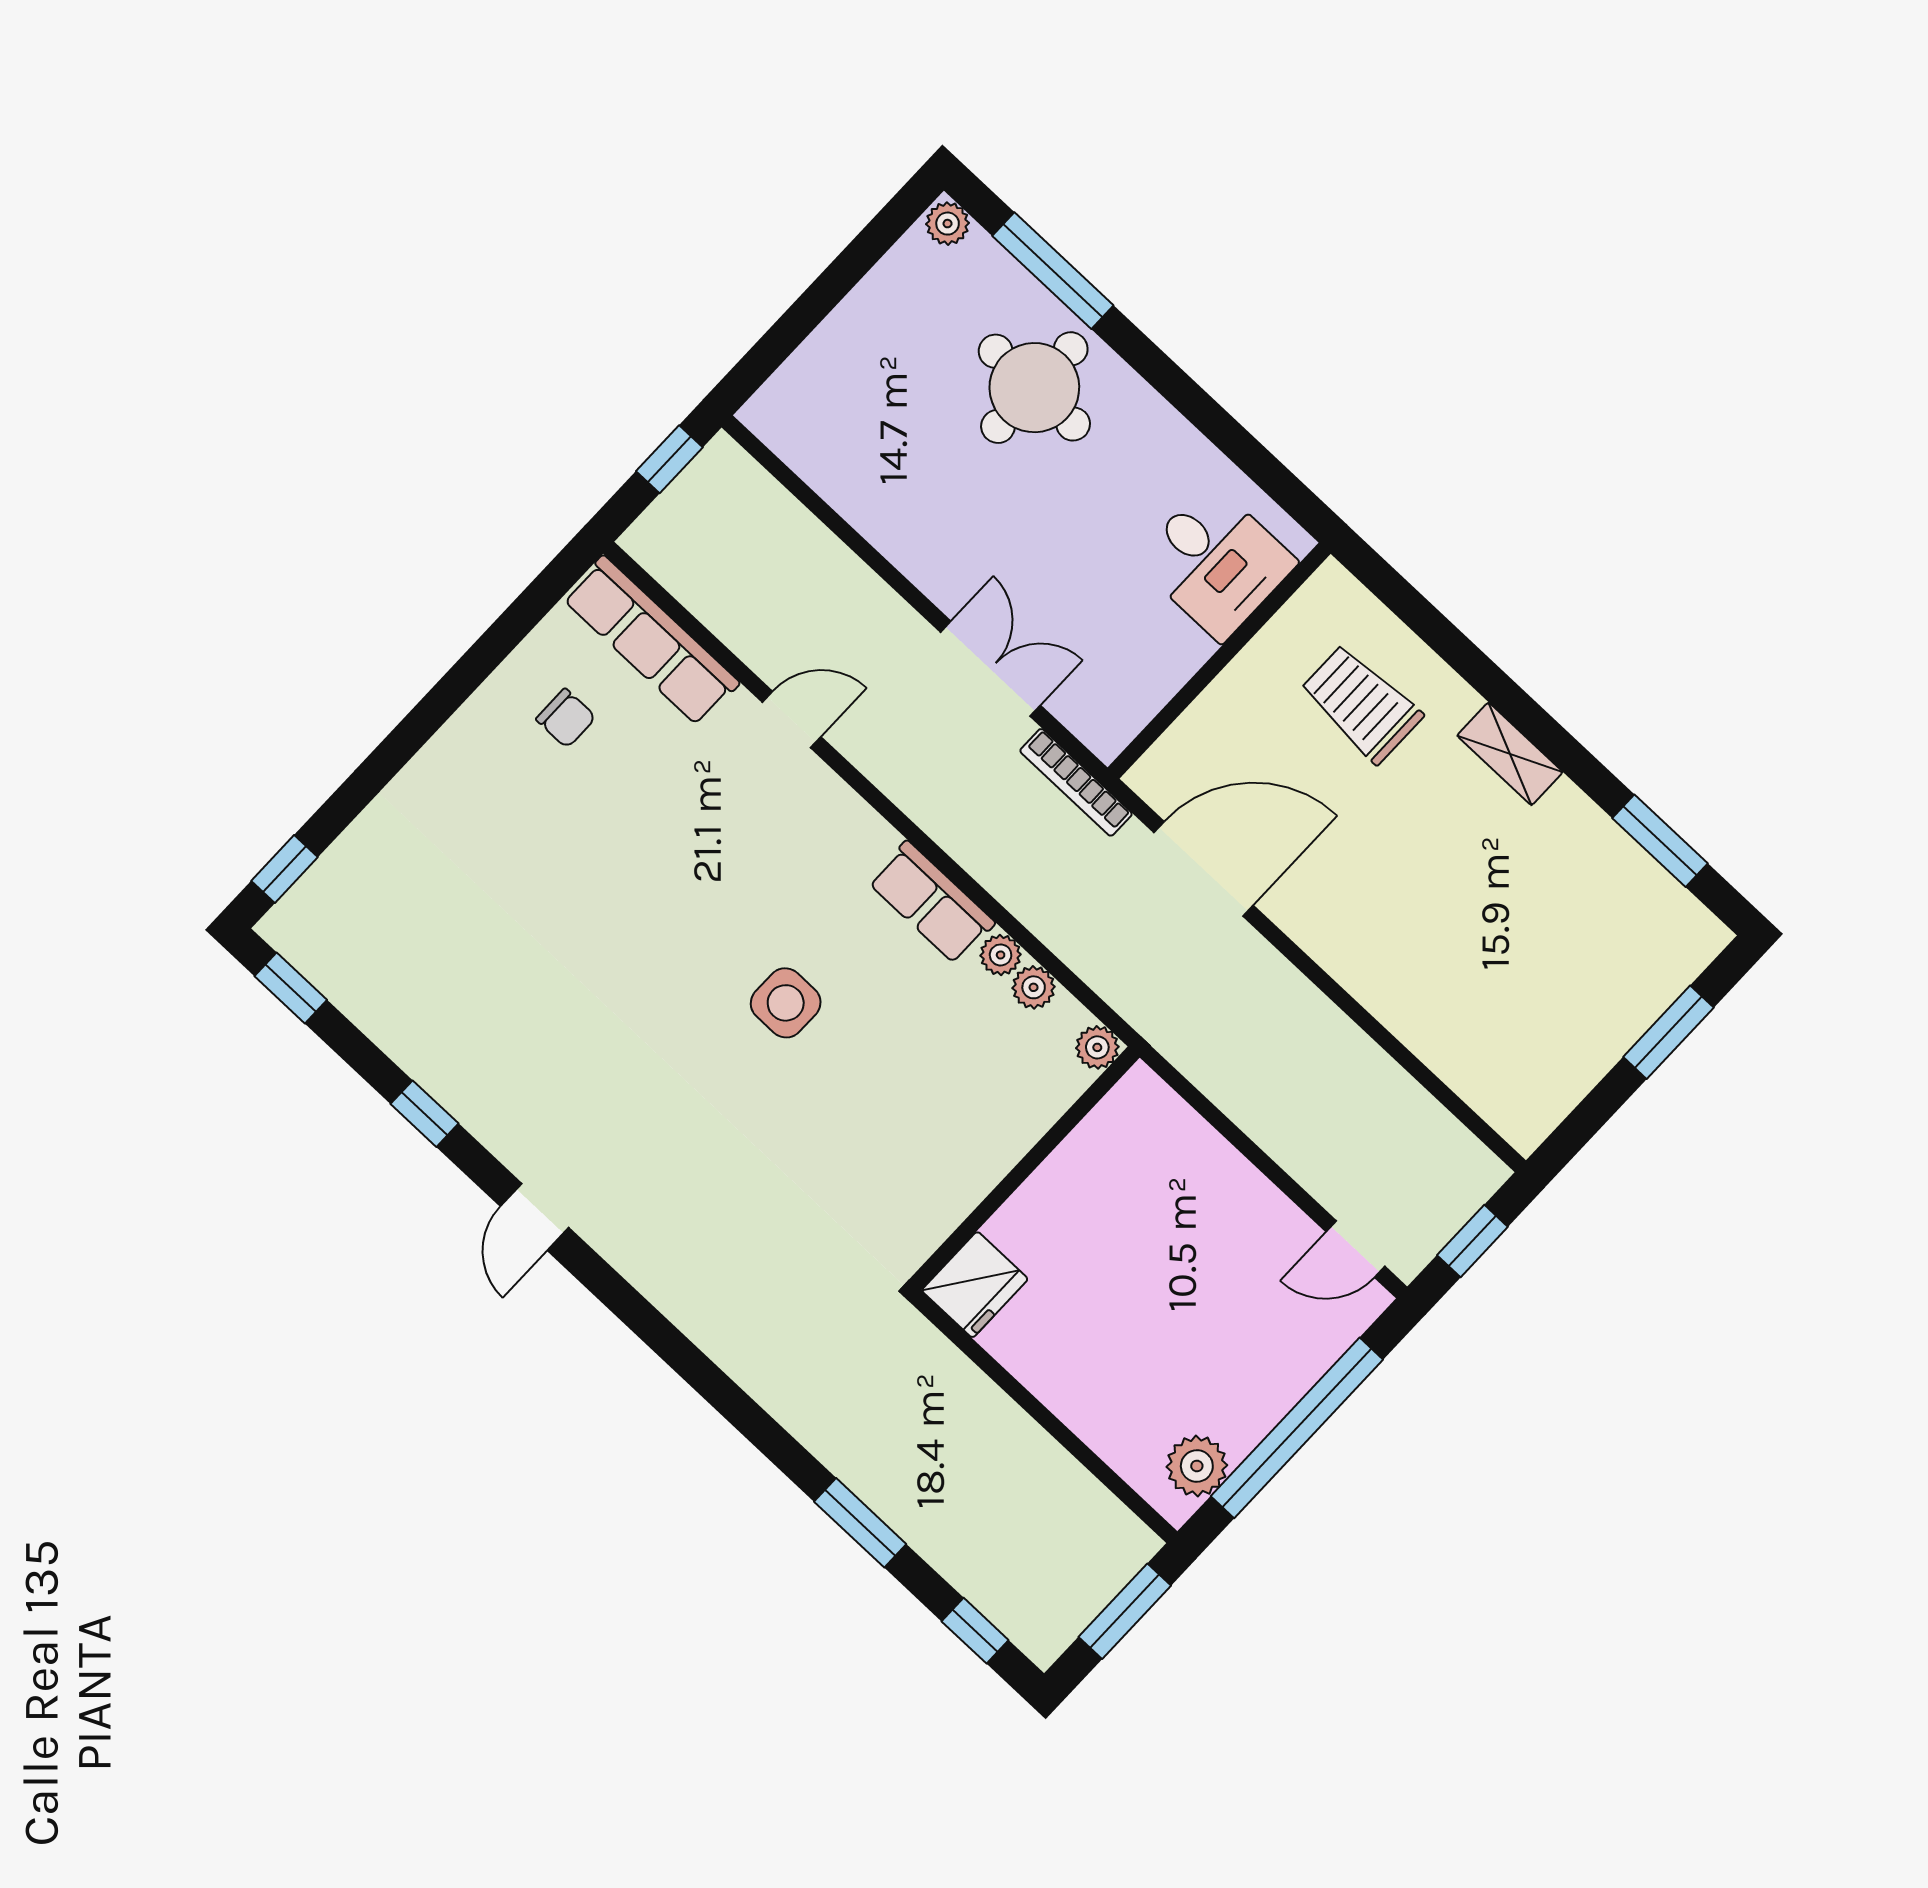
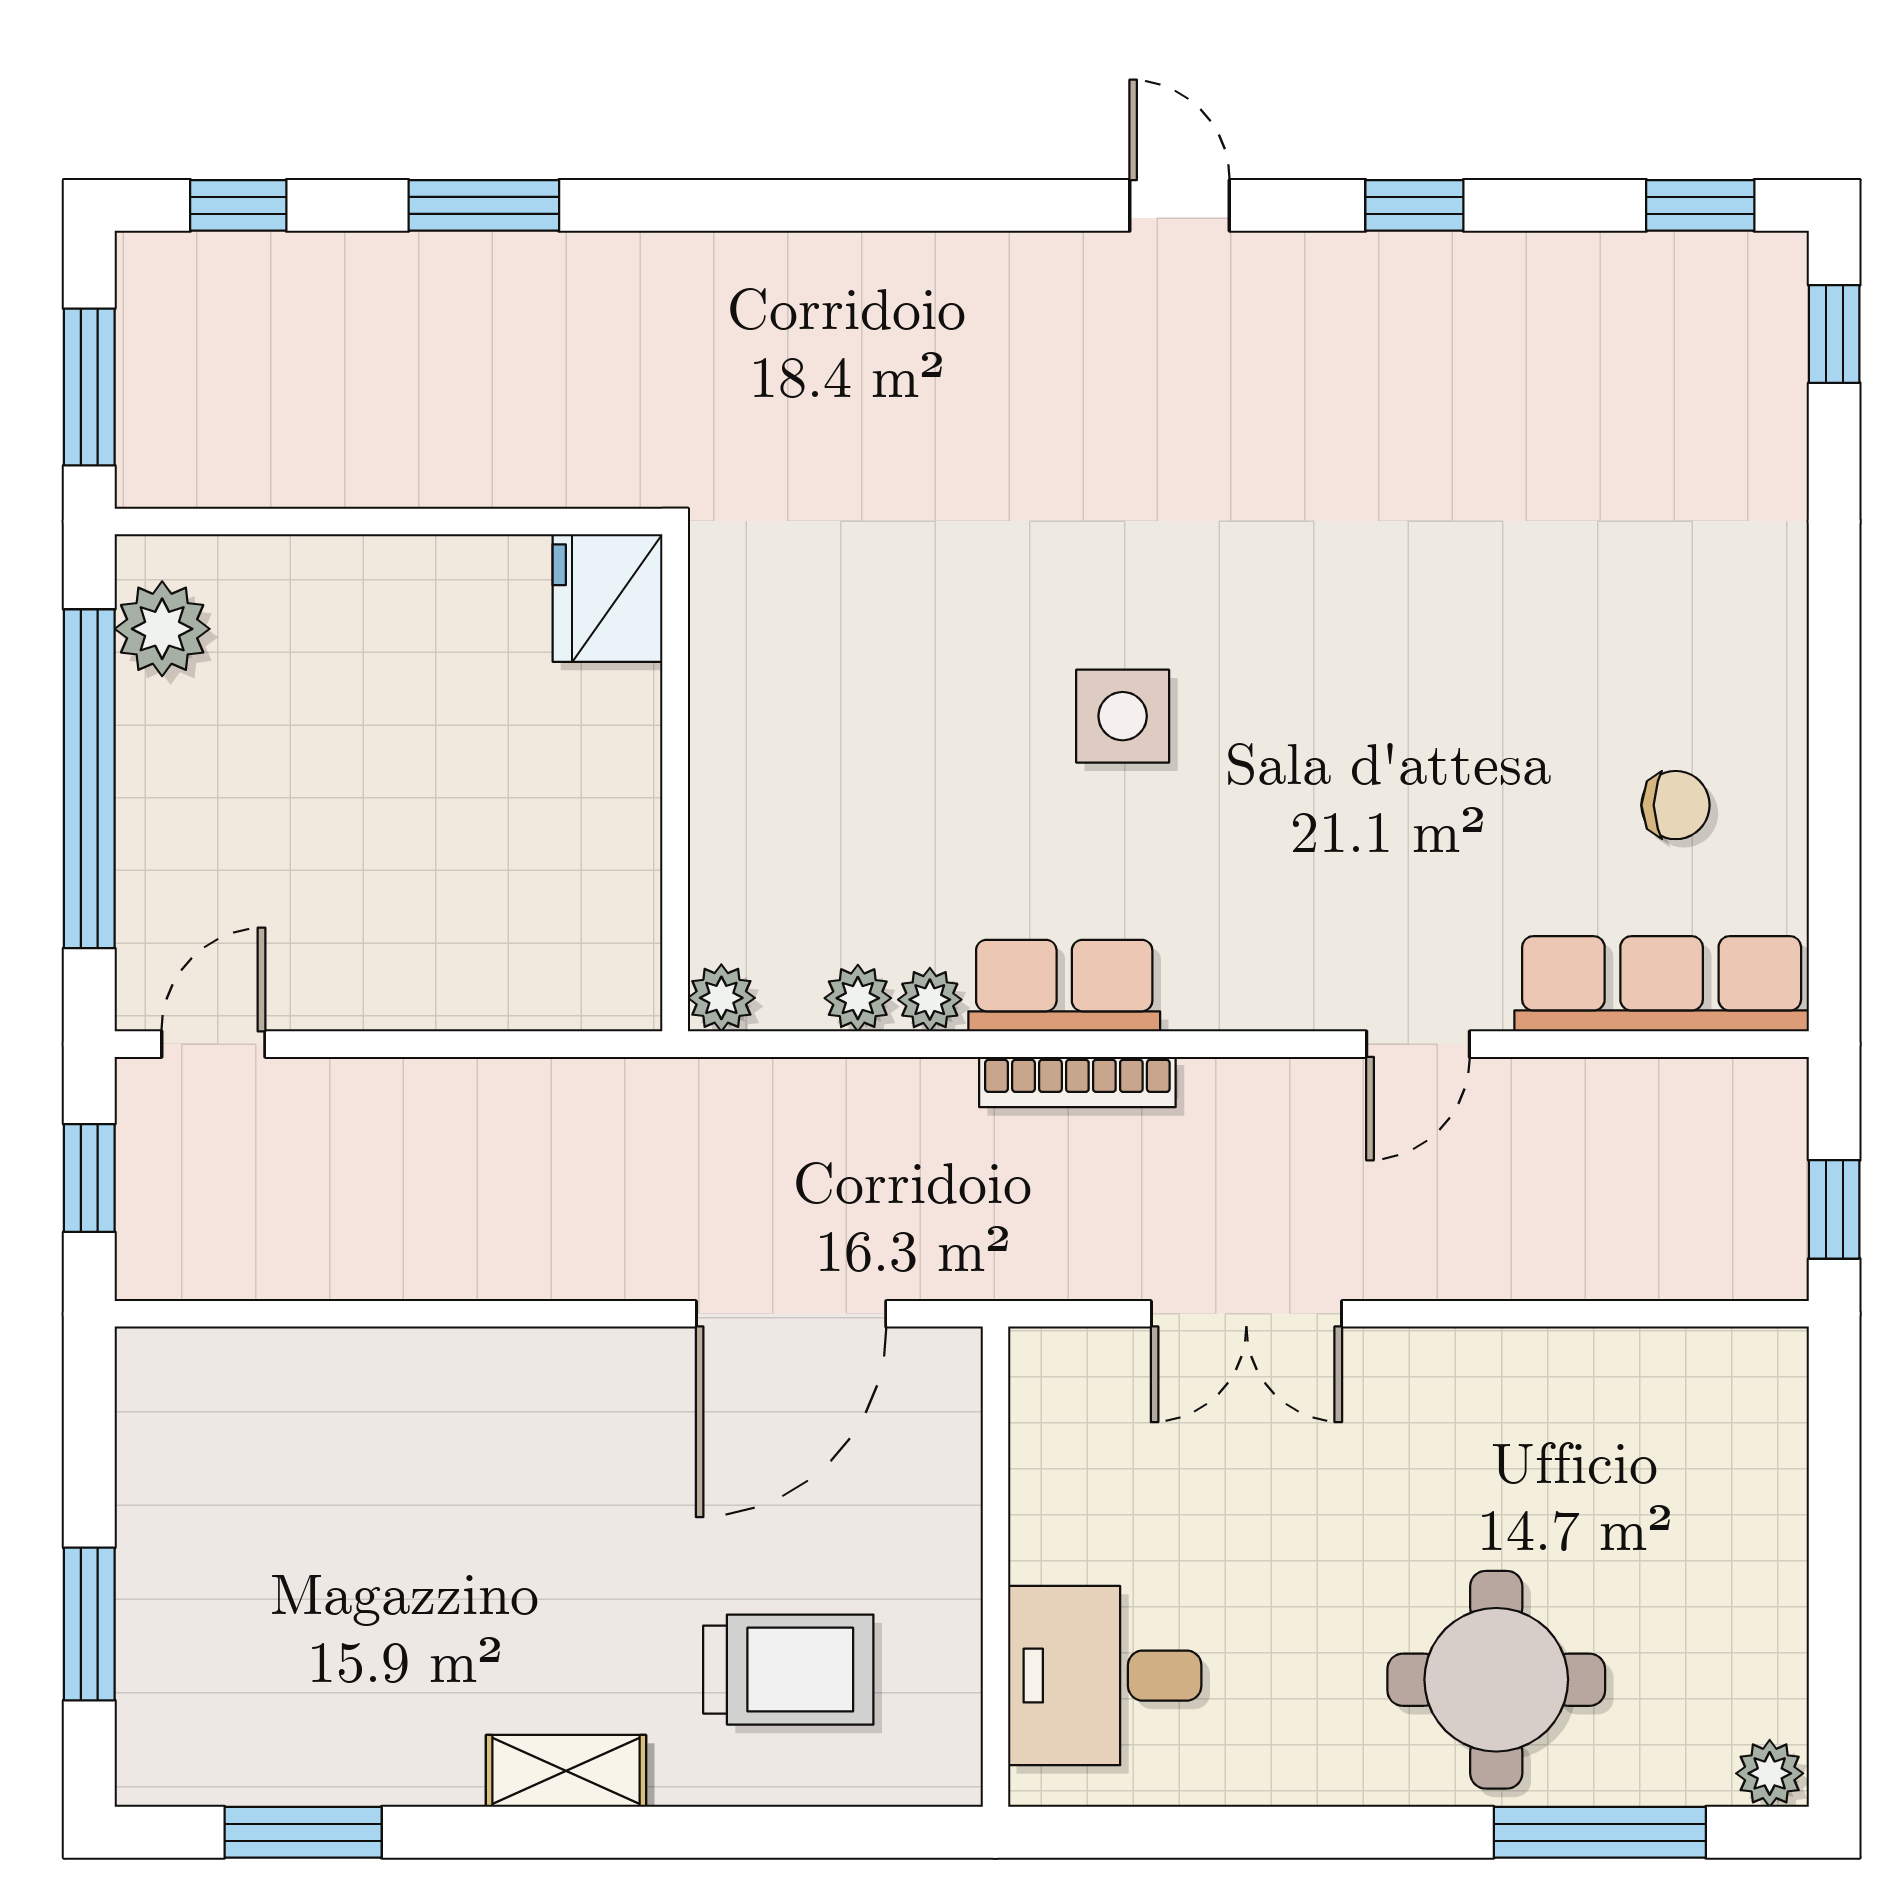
chair: (566, 718) -> (1676, 805), turned 180
bookcase: (1076, 782) -> (1077, 1082), moved, turned 180

